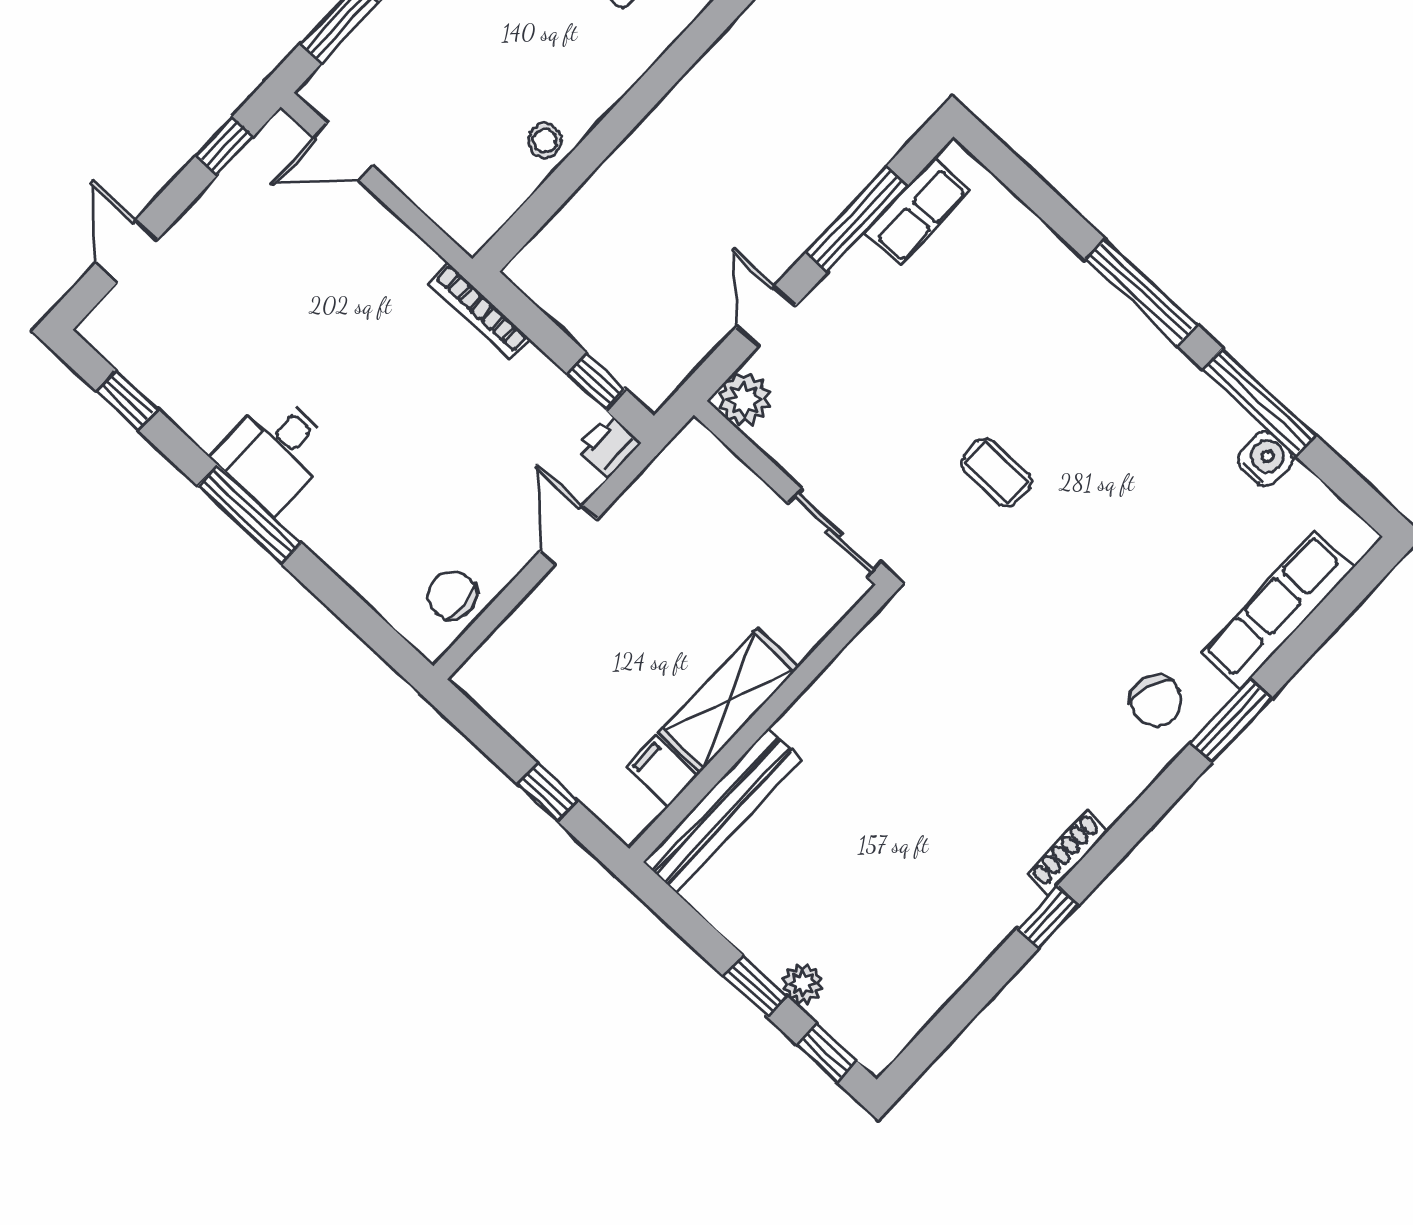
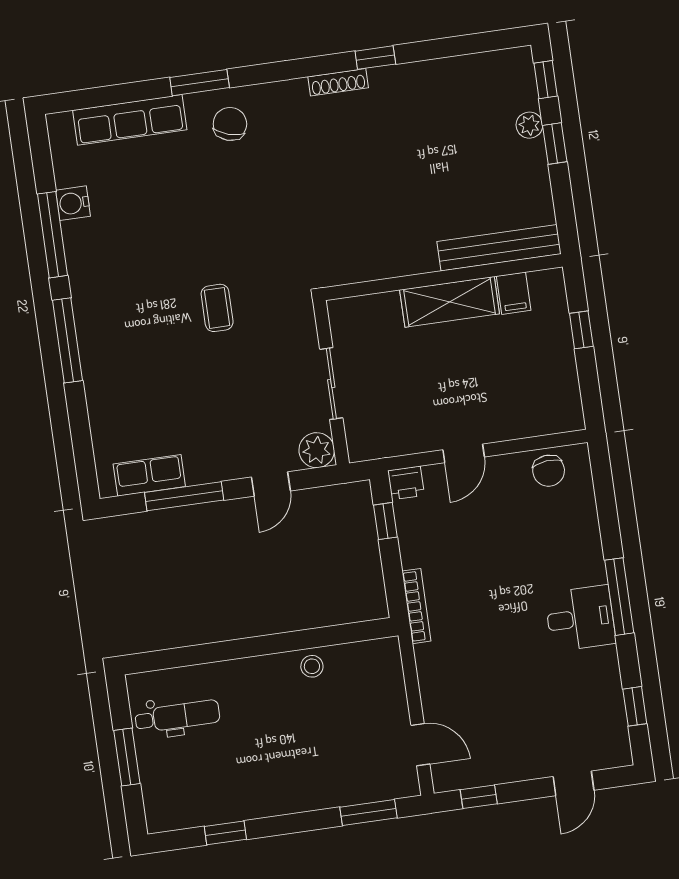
sliding door: (834, 533) -> (331, 384), moved

